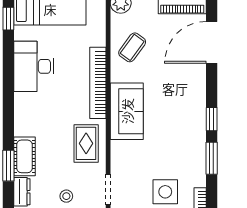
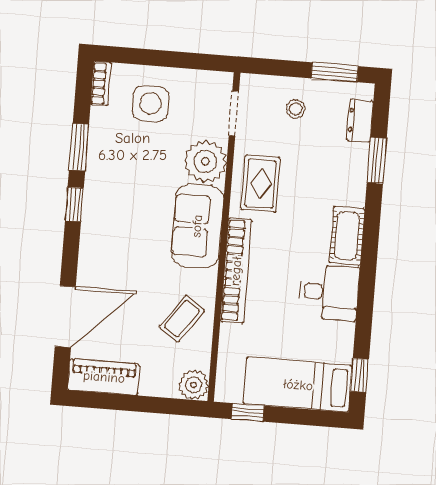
desk: (34, 66) -> (329, 292), width x0.73
cot: (24, 156) -> (347, 236), moved
plant: (125, 156) -> (205, 161), added

